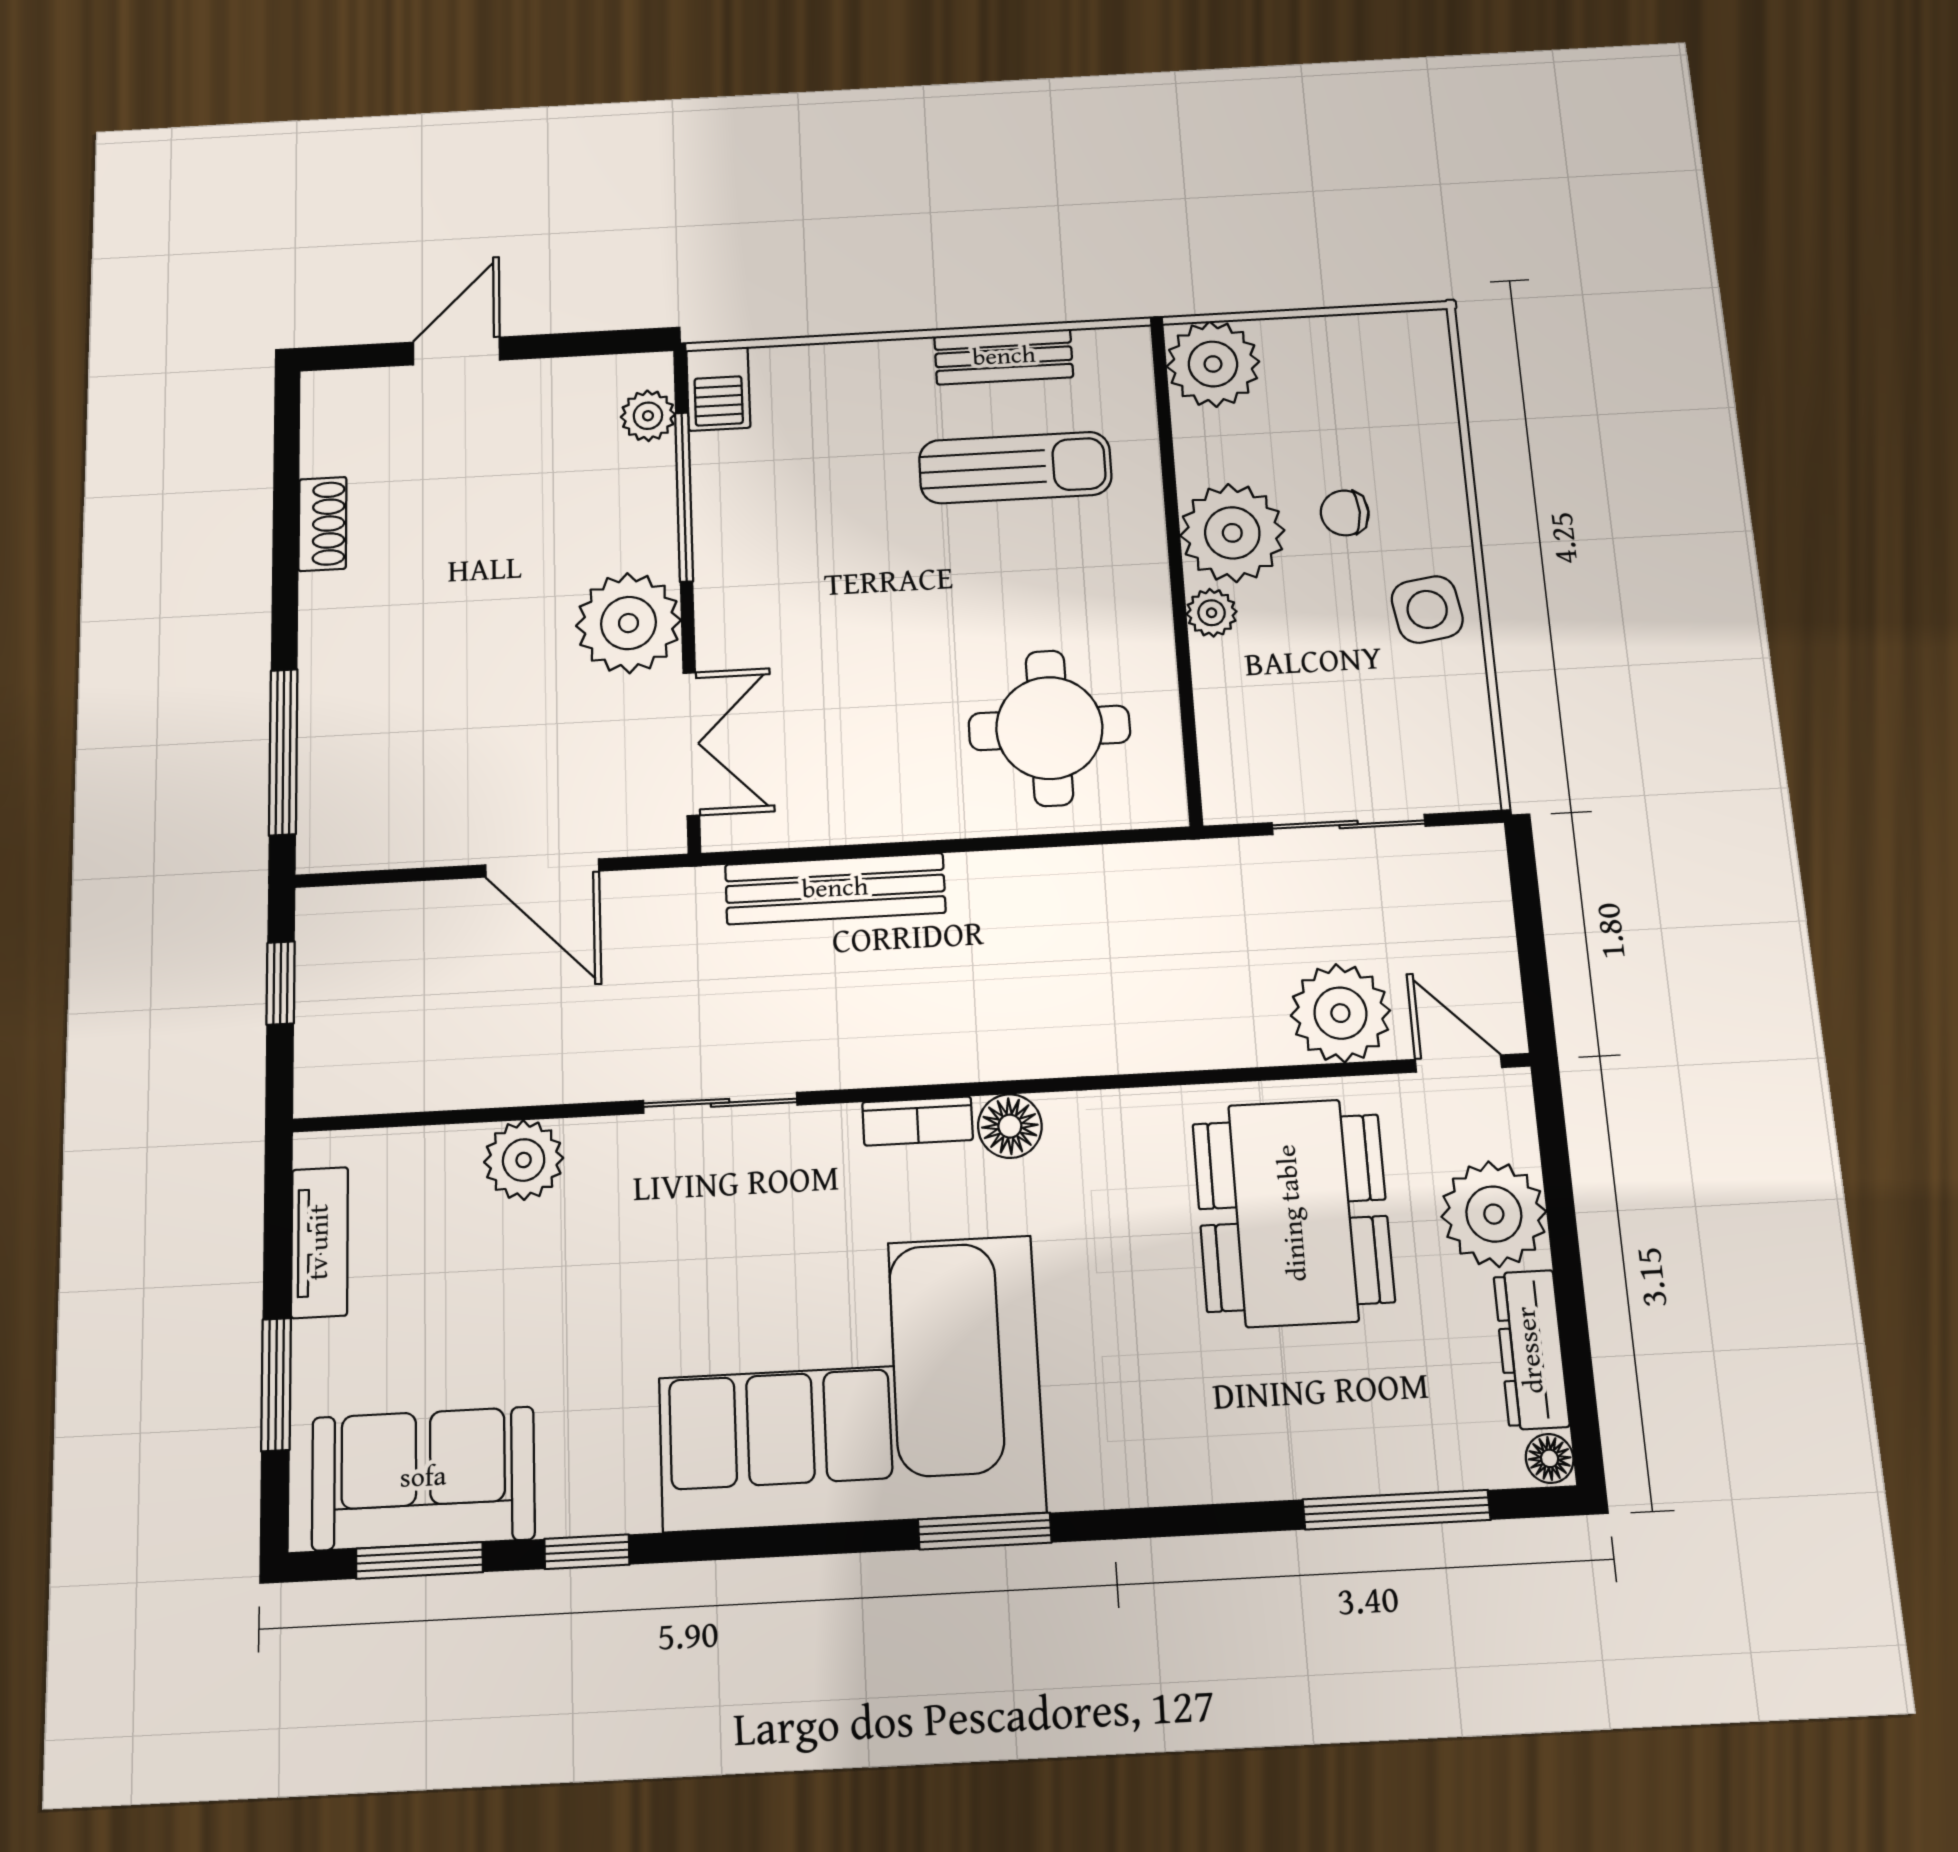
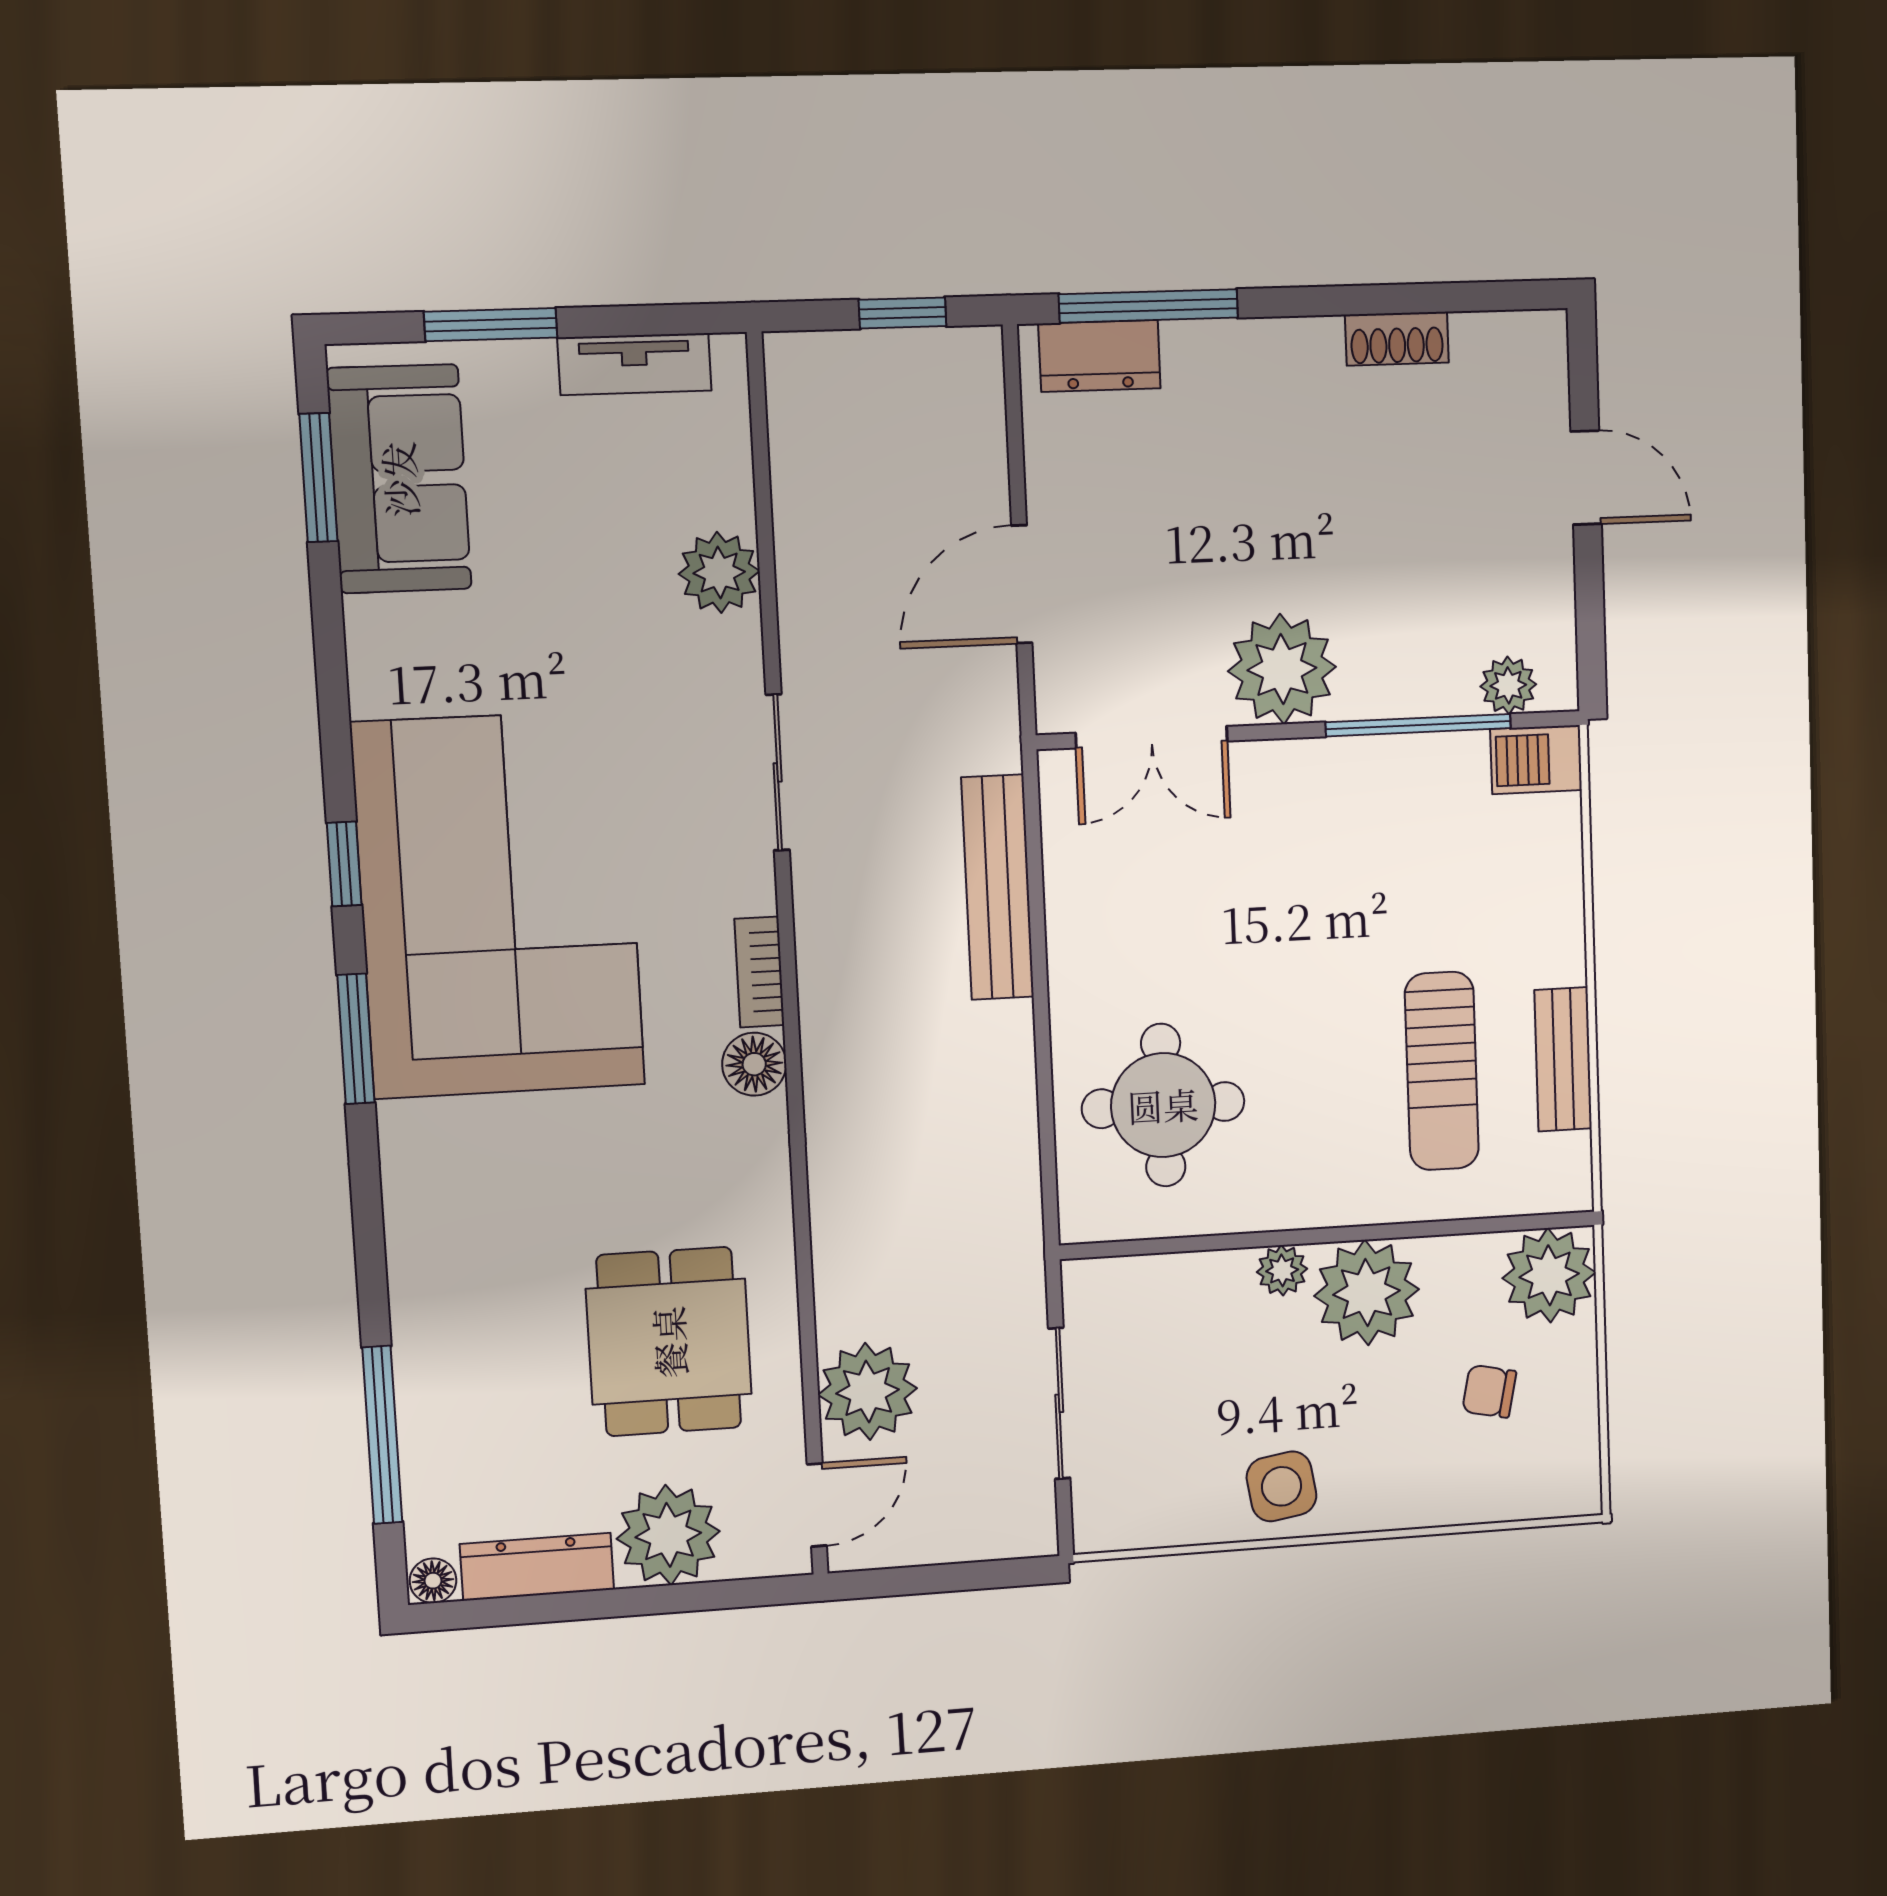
chair: (1345, 513) -> (1489, 1391), moved, turned -78
dresser: (328, 797) -> (1099, 356), added
dining table: (1293, 1213) -> (669, 1342), width x0.73
window: (587, 1552) -> (344, 864), moved

